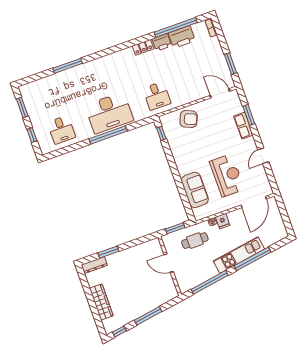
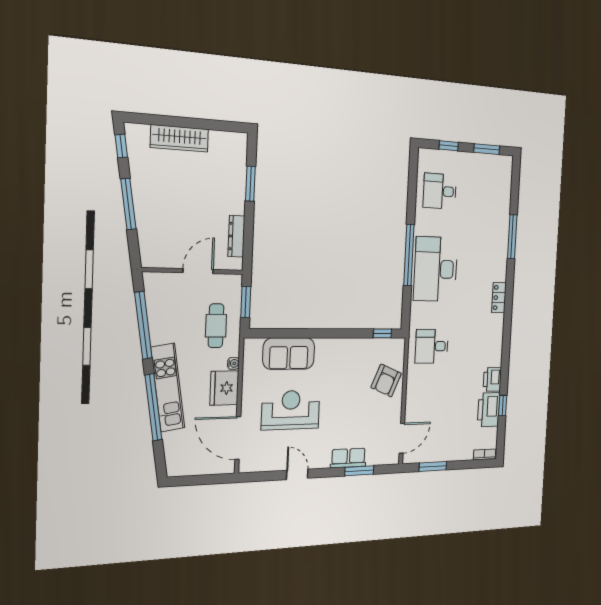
window: (176, 27) -> (503, 405), width x0.32
locker: (143, 47) -> (499, 298), moved
reception desk: (227, 175) -> (291, 410), turned 180
fridge: (223, 221) -> (224, 388), width x1.88, depth x1.34
dresser: (94, 265) -> (236, 236), moved

